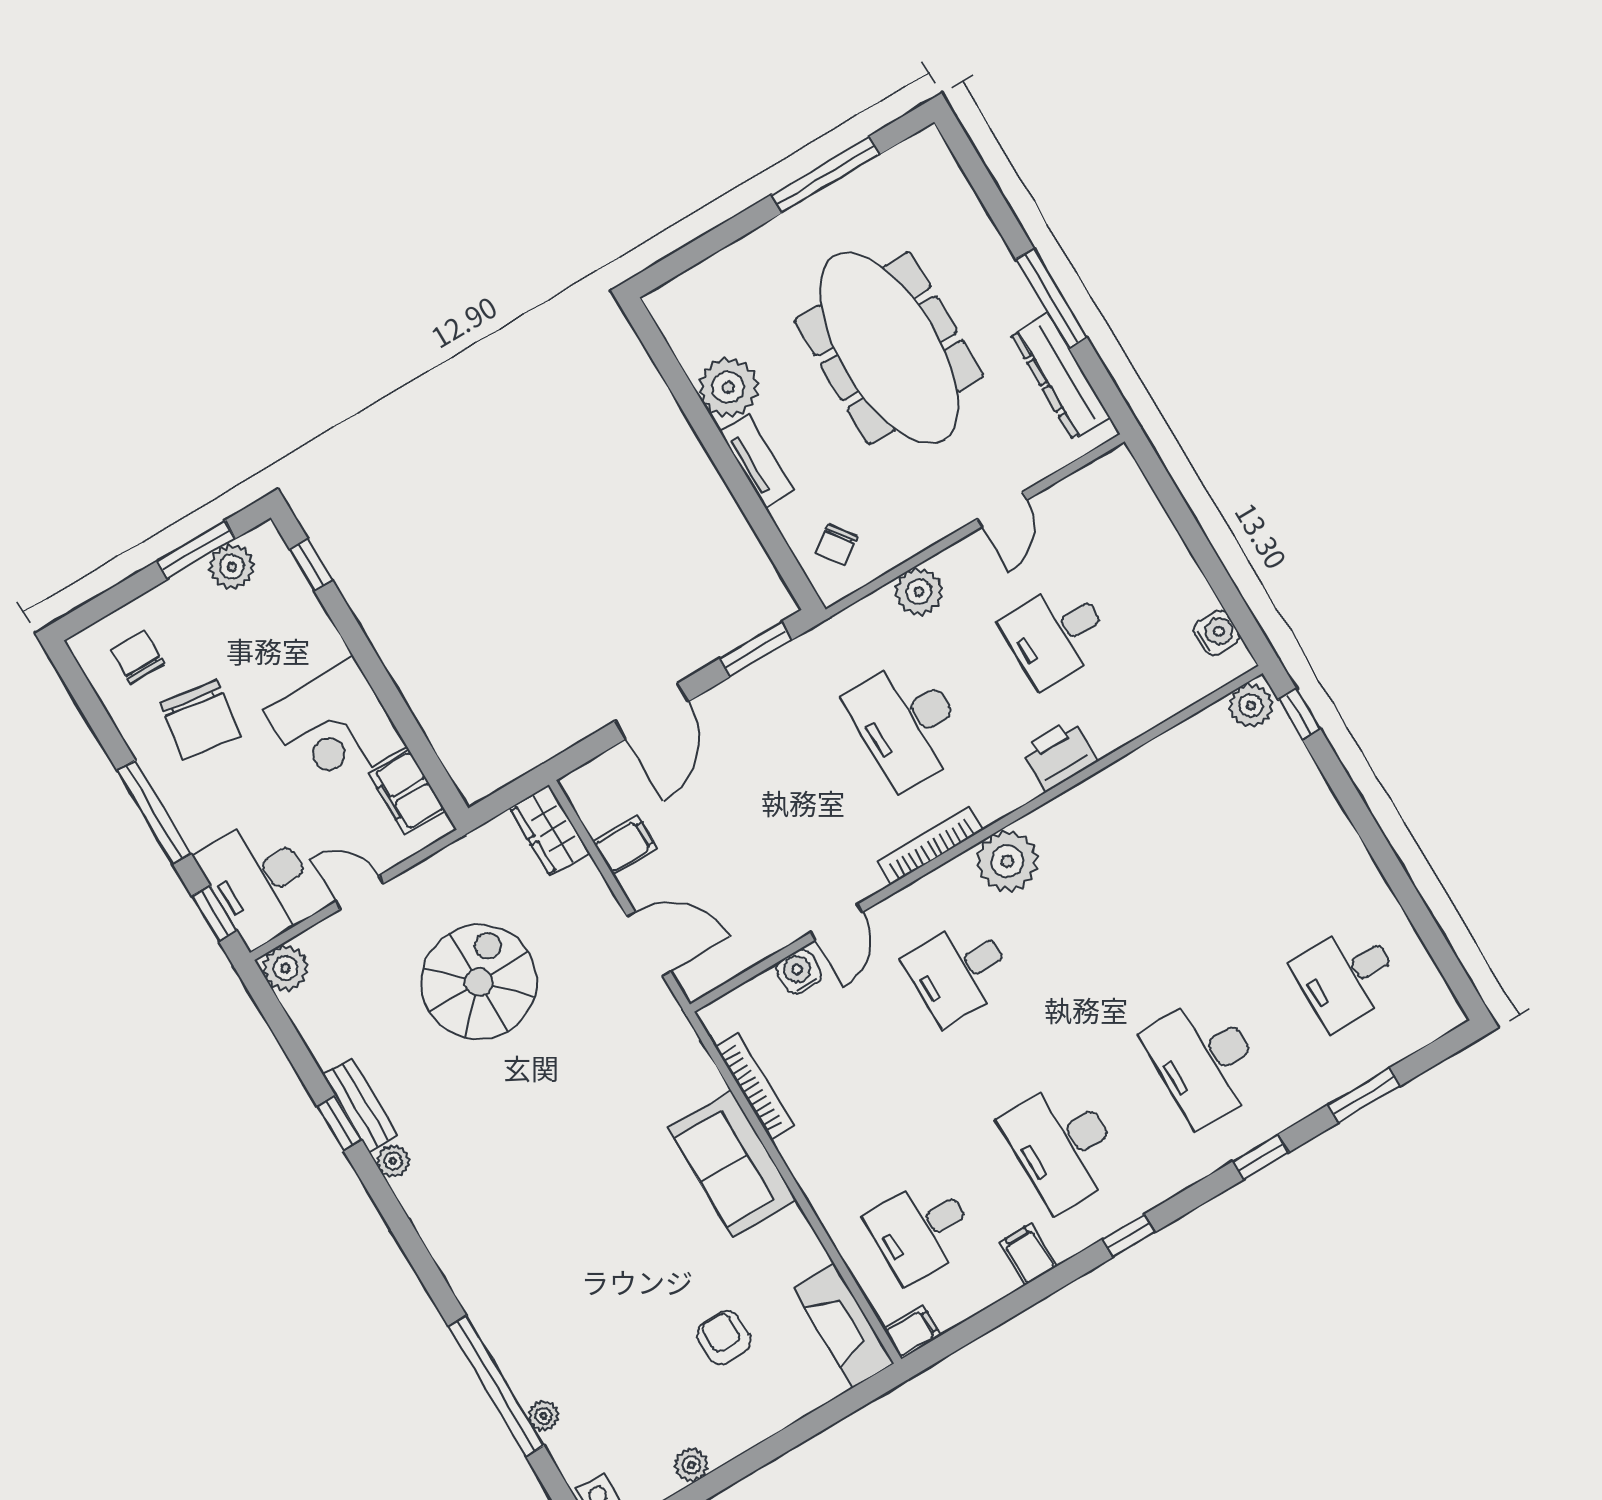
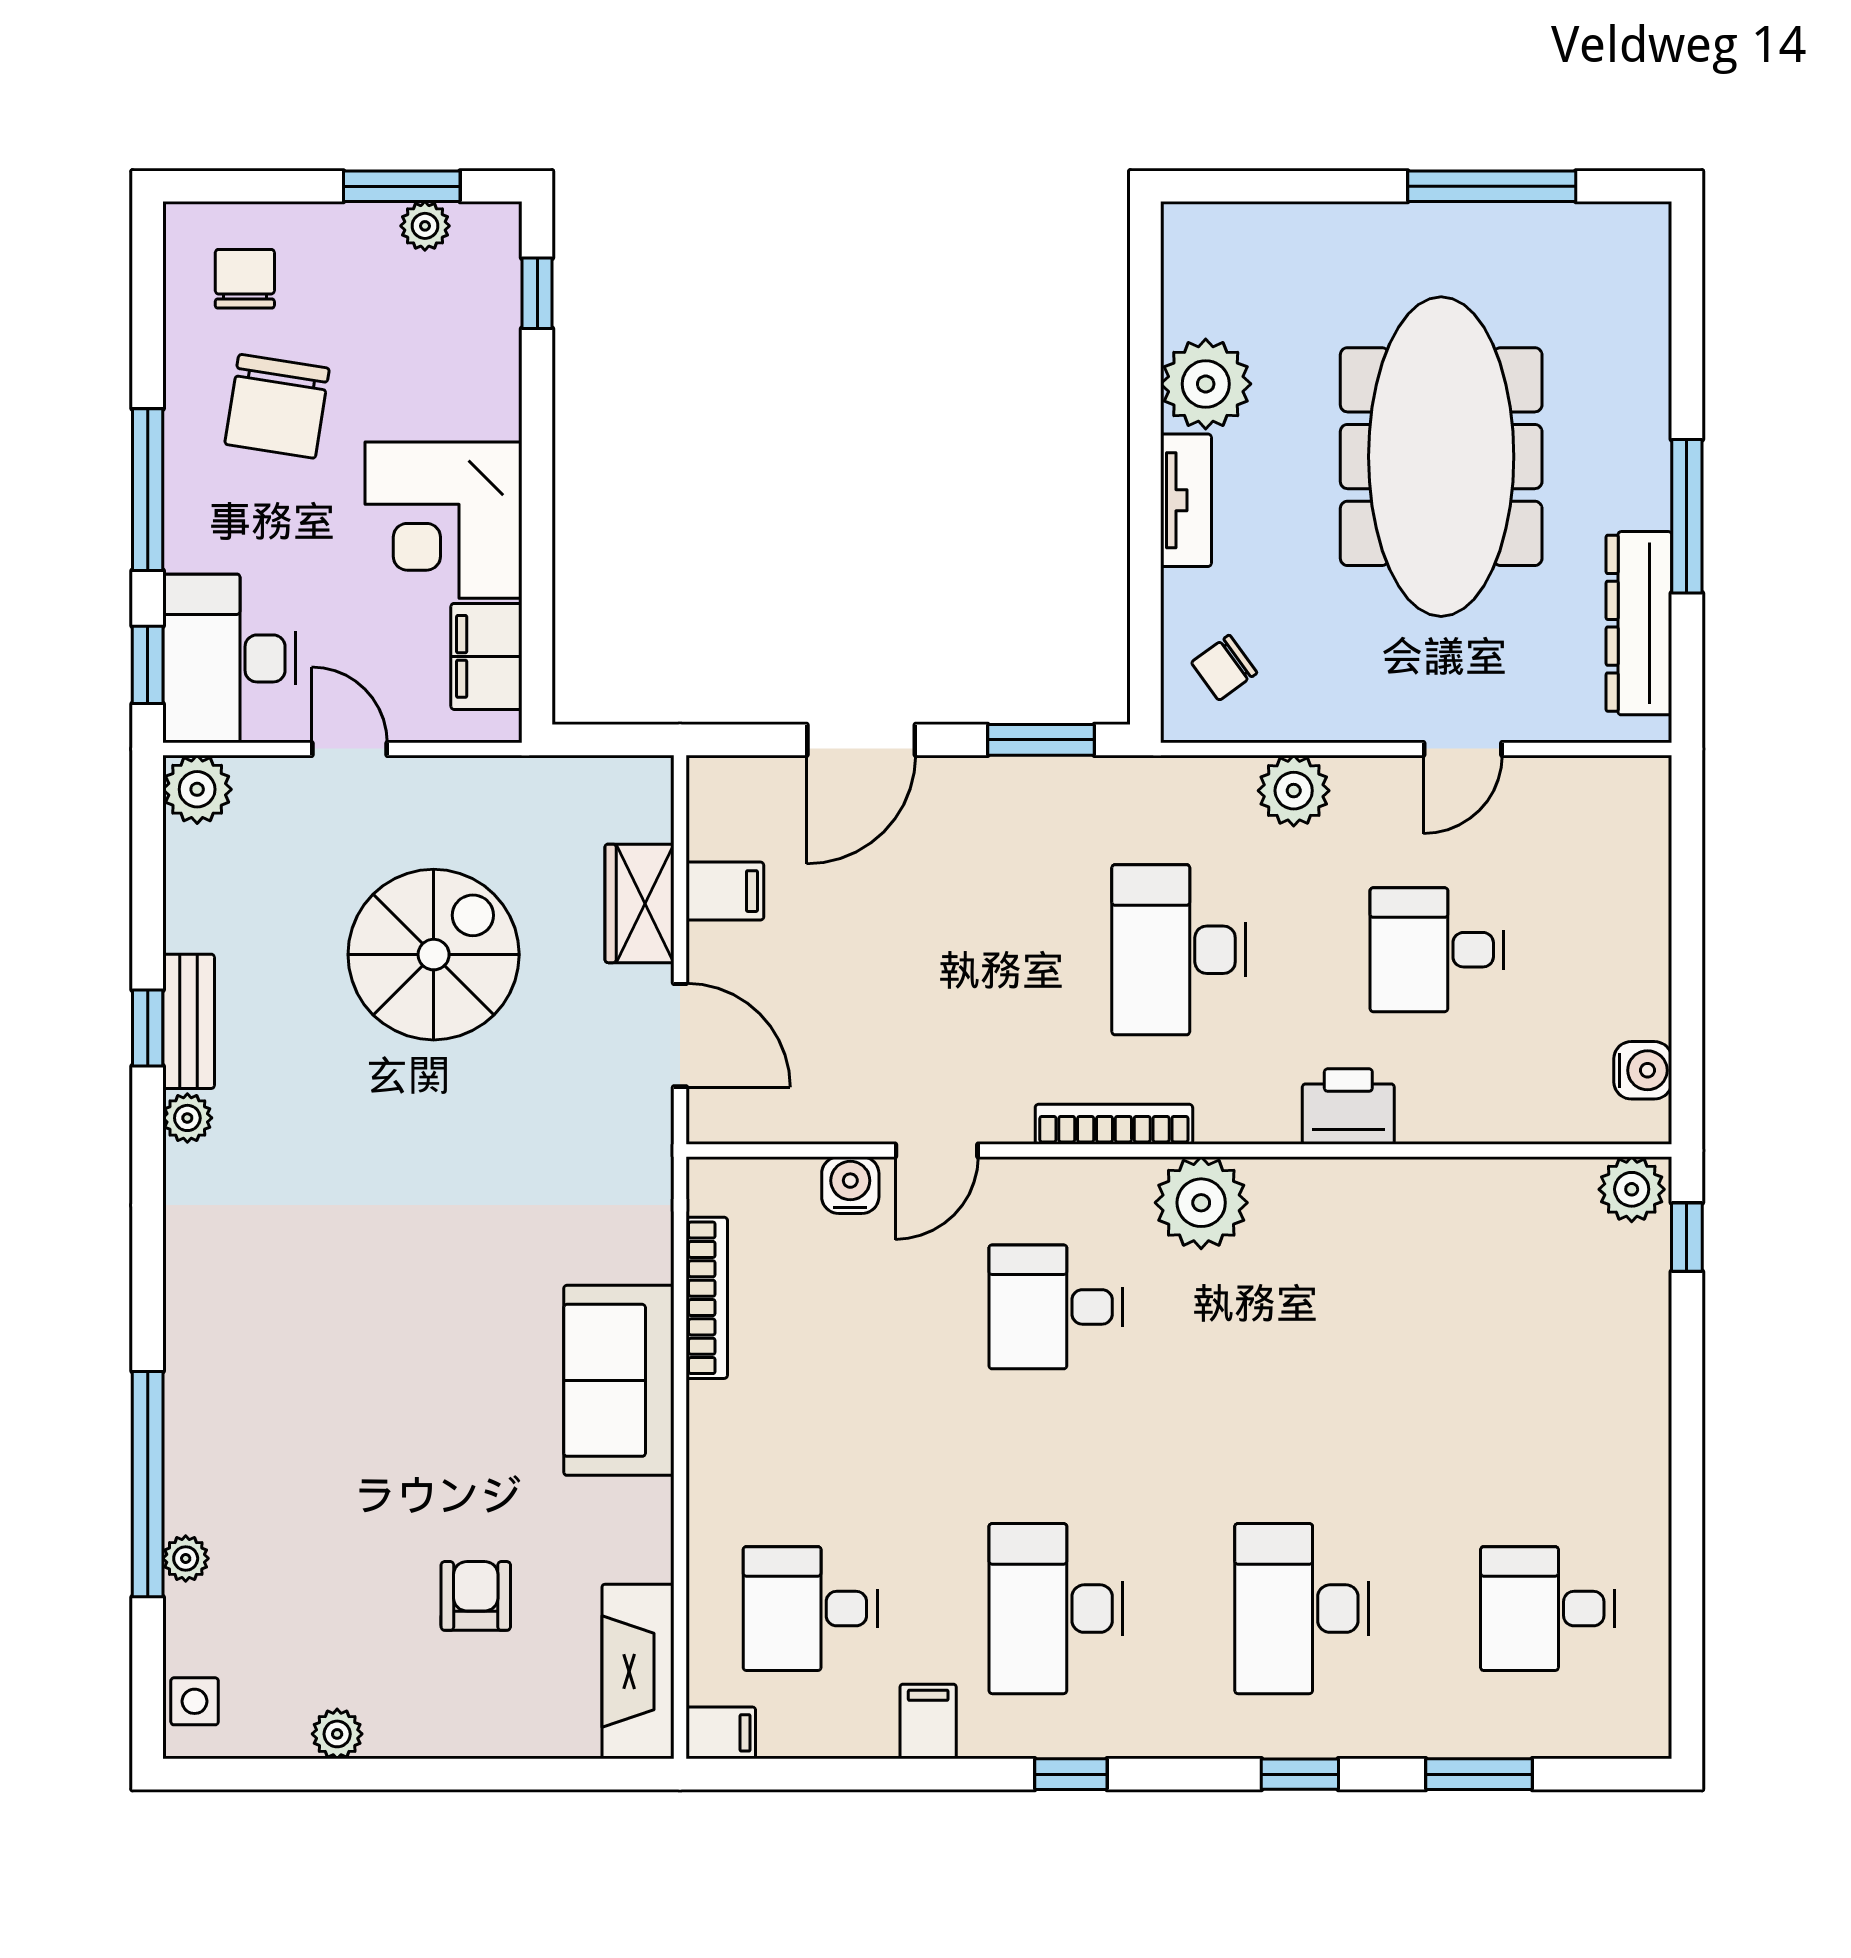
plant: (232, 567) -> (425, 226), width x0.73, depth x0.73
wardrobe: (550, 831) -> (639, 903), moved

